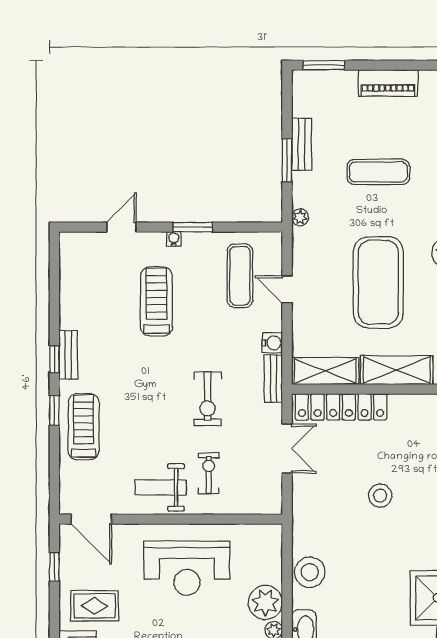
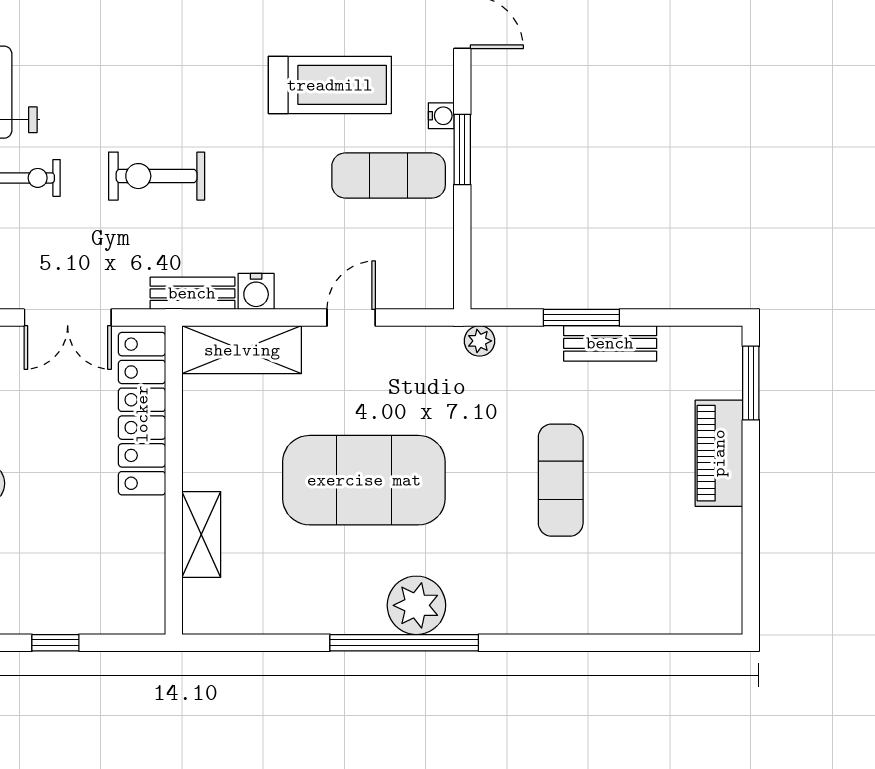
piano: (388, 83) -> (719, 453), moved
exercise mat: (240, 276) -> (389, 176), moved
shelving: (397, 370) -> (201, 535), width x0.67, depth x0.75
shelving: (325, 371) -> (242, 350), moved, turned 90

